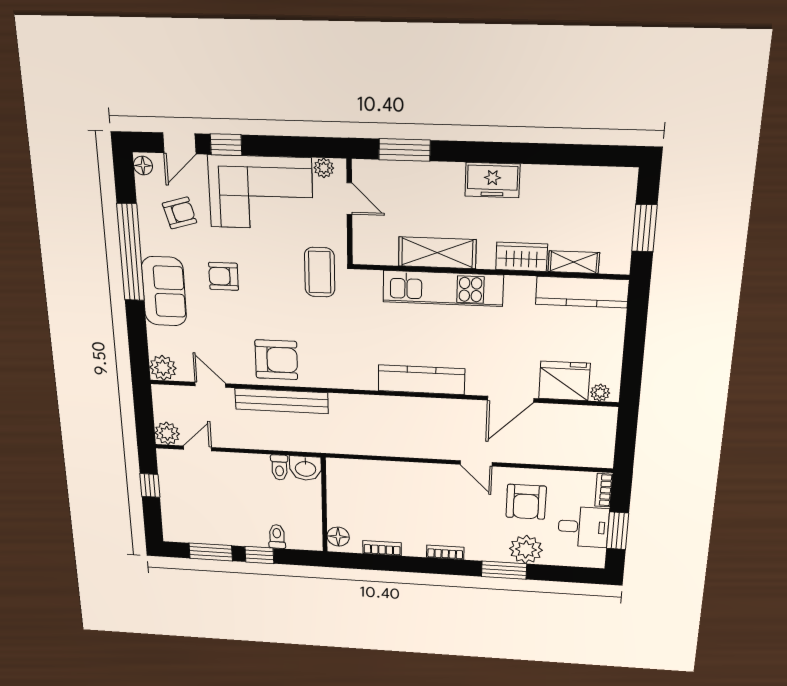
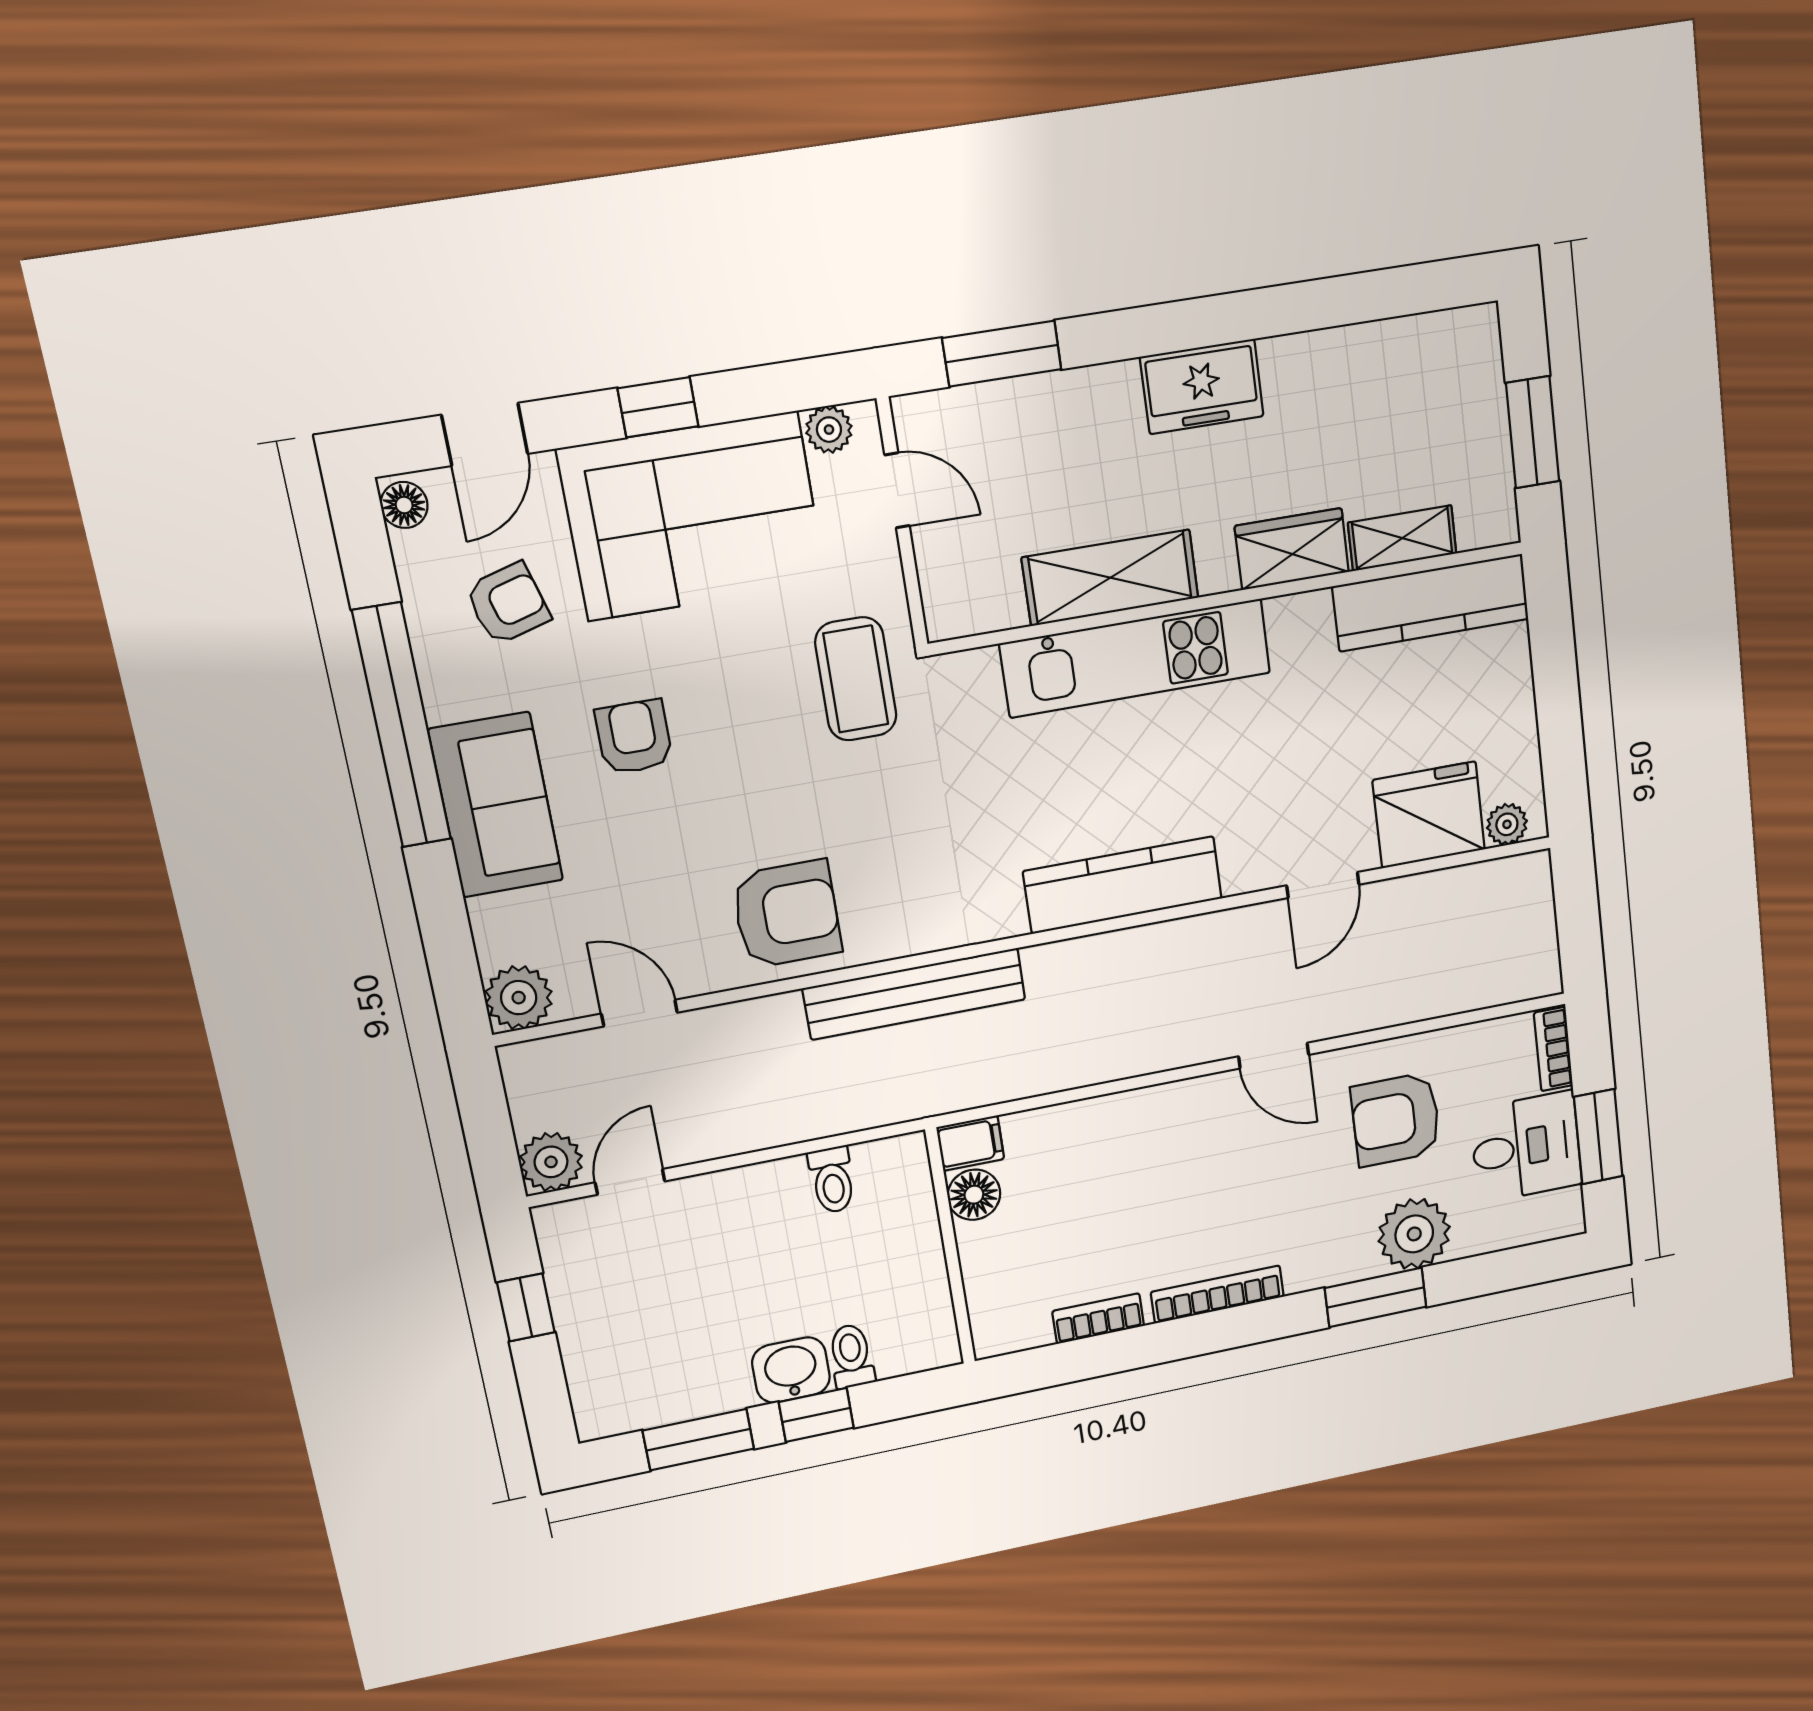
window: (226, 145) -> (658, 407), moved
armchair: (224, 276) -> (634, 737), turned 90
door: (511, 399) -> (1323, 885), width x0.73
bench: (282, 401) -> (914, 994), moved
filing cabinet: (339, 467) -> (970, 1143), added
washbasin: (305, 468) -> (791, 1370), moved, turned 180
armchair: (526, 502) -> (1396, 1119), turned 90
floor lamp: (338, 537) -> (974, 1195), moved
bookcase: (445, 552) -> (1217, 1294), width x1.56

